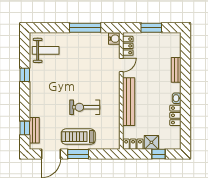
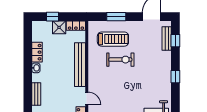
door: (121, 65) -> (87, 98), swing flipped
window: (25, 75) -> (175, 77), moved
treadmill: (78, 137) -> (113, 39), moved
window: (78, 154) -> (116, 17), moved

